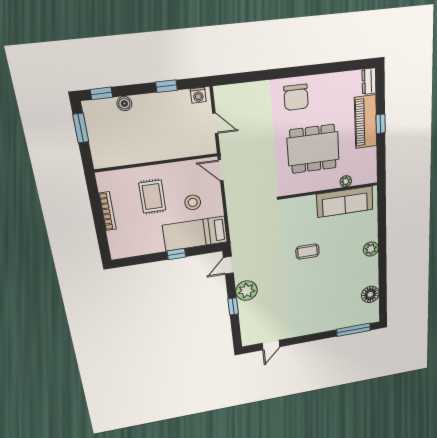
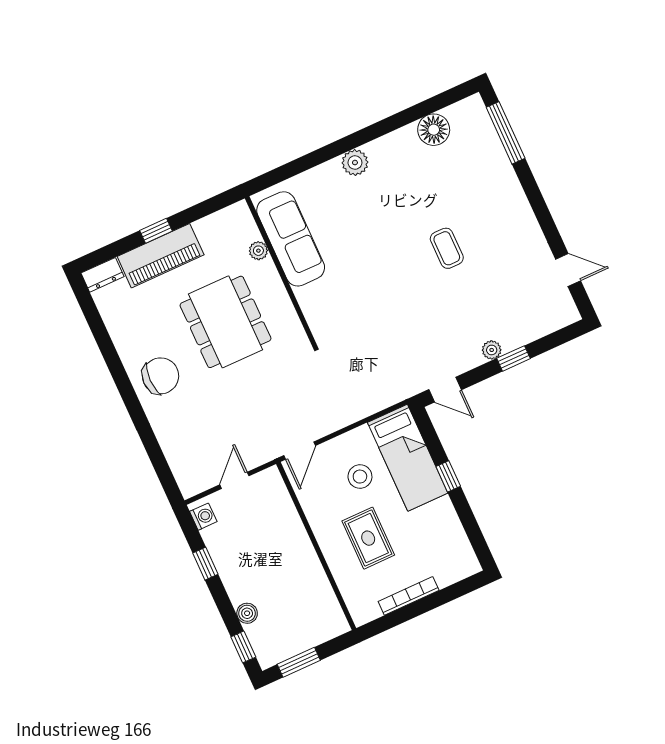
rug: (152, 197) -> (368, 538), turned 90
coffee table: (307, 252) -> (447, 248), moved
plant: (246, 291) -> (492, 350), width x0.53, depth x0.53

